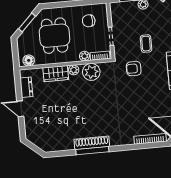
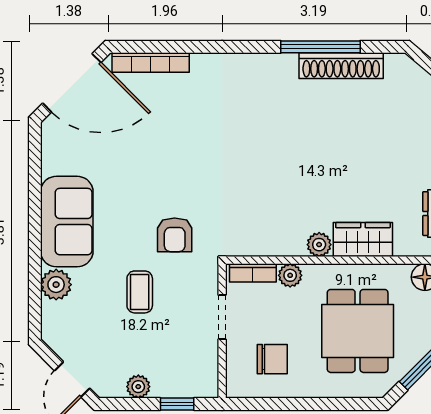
armchair: (134, 69) -> (175, 235), turned 90
plant: (91, 72) -> (277, 236), removed
shoe rack: (92, 143) -> (341, 66), moved
window: (92, 151) -> (320, 47), moved

